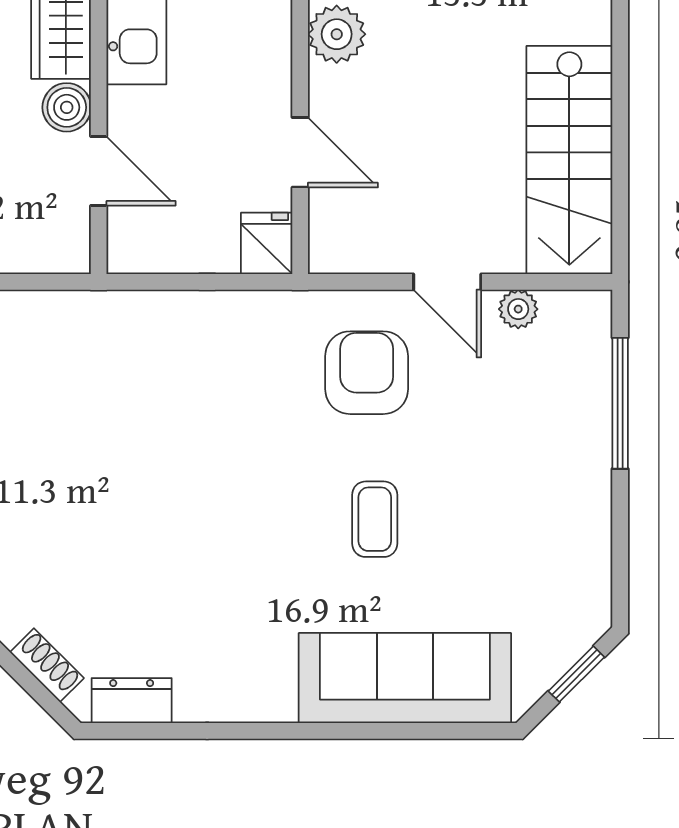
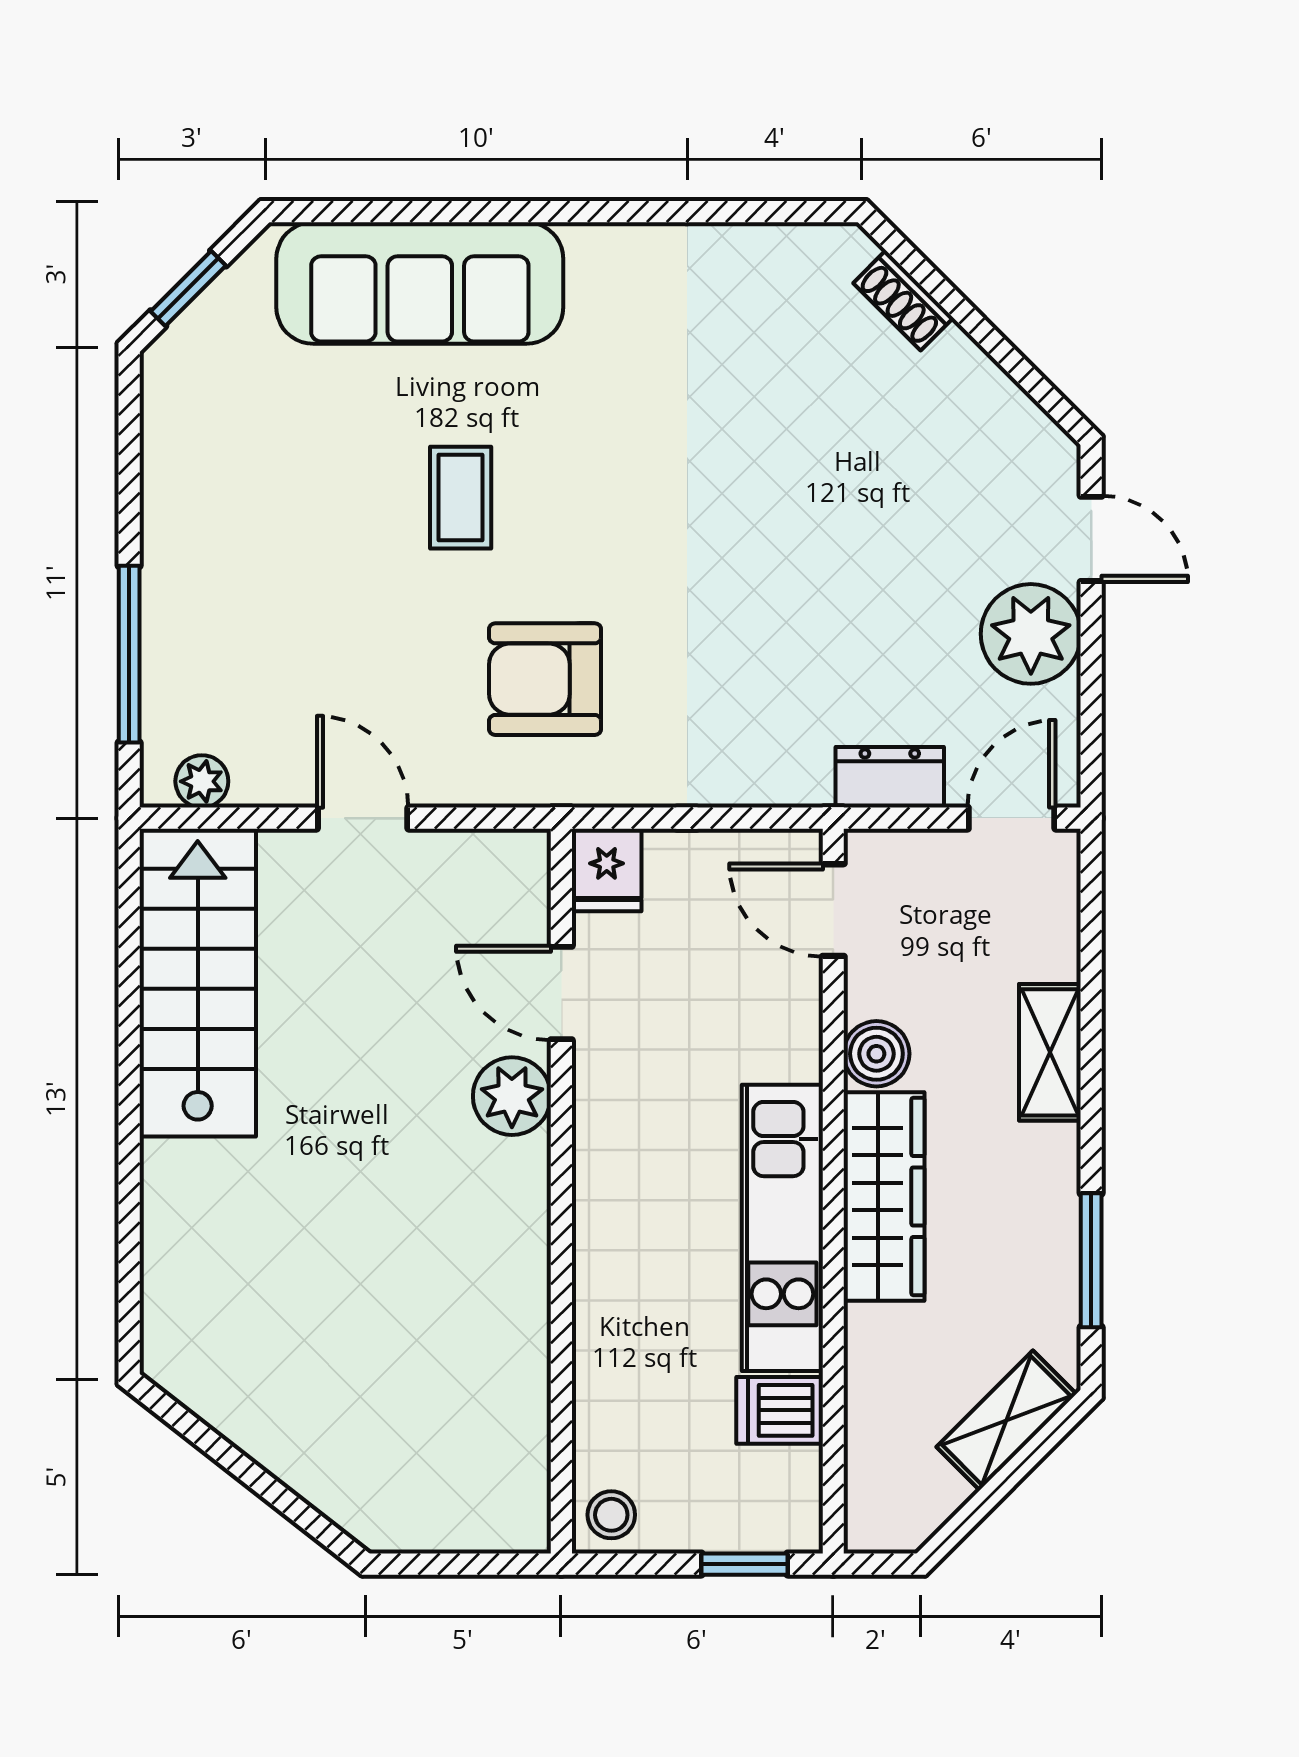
plant: (337, 34) -> (512, 1096), moved
door: (99, 171) -> (833, 910), moved
plant: (518, 309) -> (202, 781), moved
armchair: (367, 373) -> (545, 679), moved, turned 90
dresser: (132, 701) -> (890, 777), moved, turned 180

